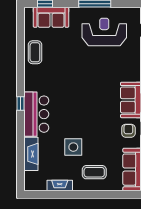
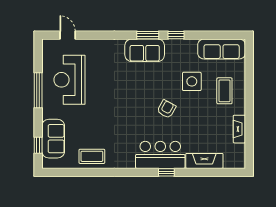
window: (21, 104) -> (166, 172), moved
armchair: (128, 131) -> (166, 109), moved, turned 119
side table: (73, 147) -> (192, 81), moved

